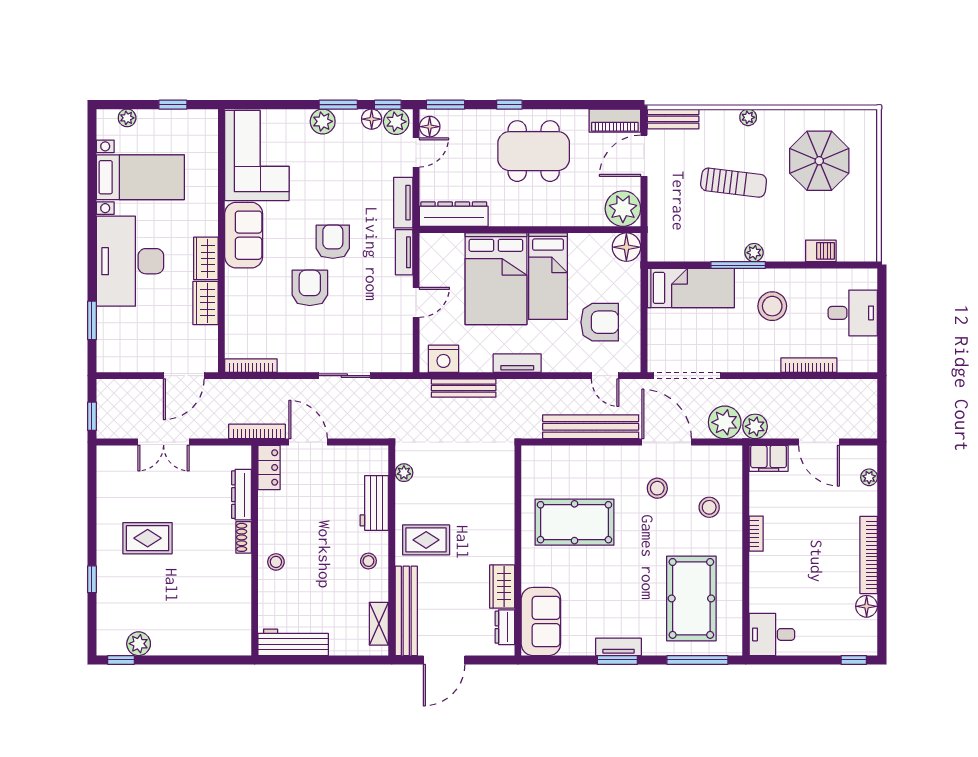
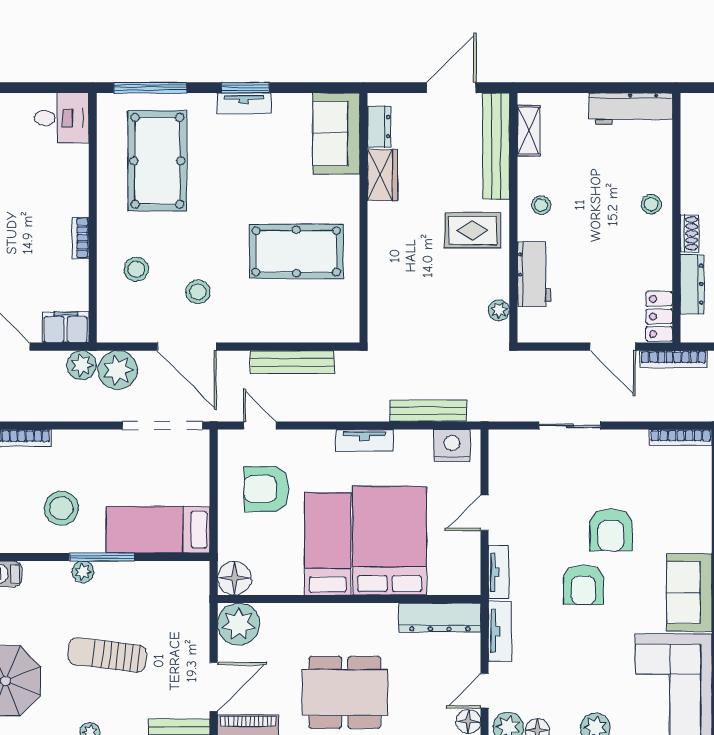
bench: (591, 427) -> (292, 362), width x0.73, depth x0.82

